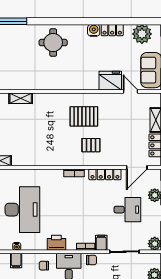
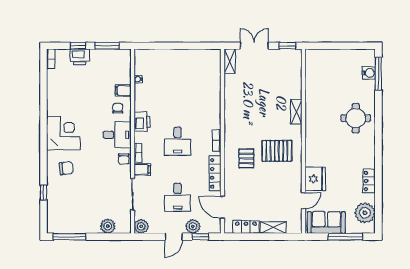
water cooler: (94, 30) -> (369, 73), moved
shelving: (21, 98) -> (296, 112), moved
pallet: (84, 116) -> (277, 151), turned 90
desk: (22, 210) -> (178, 141), moved, width x0.53, depth x0.77
filing cabinet: (16, 261) -> (123, 90), moved

